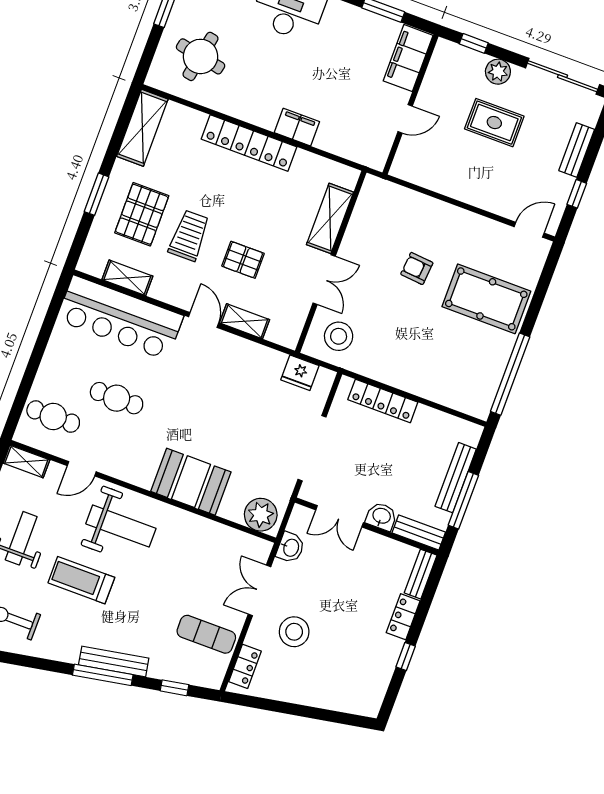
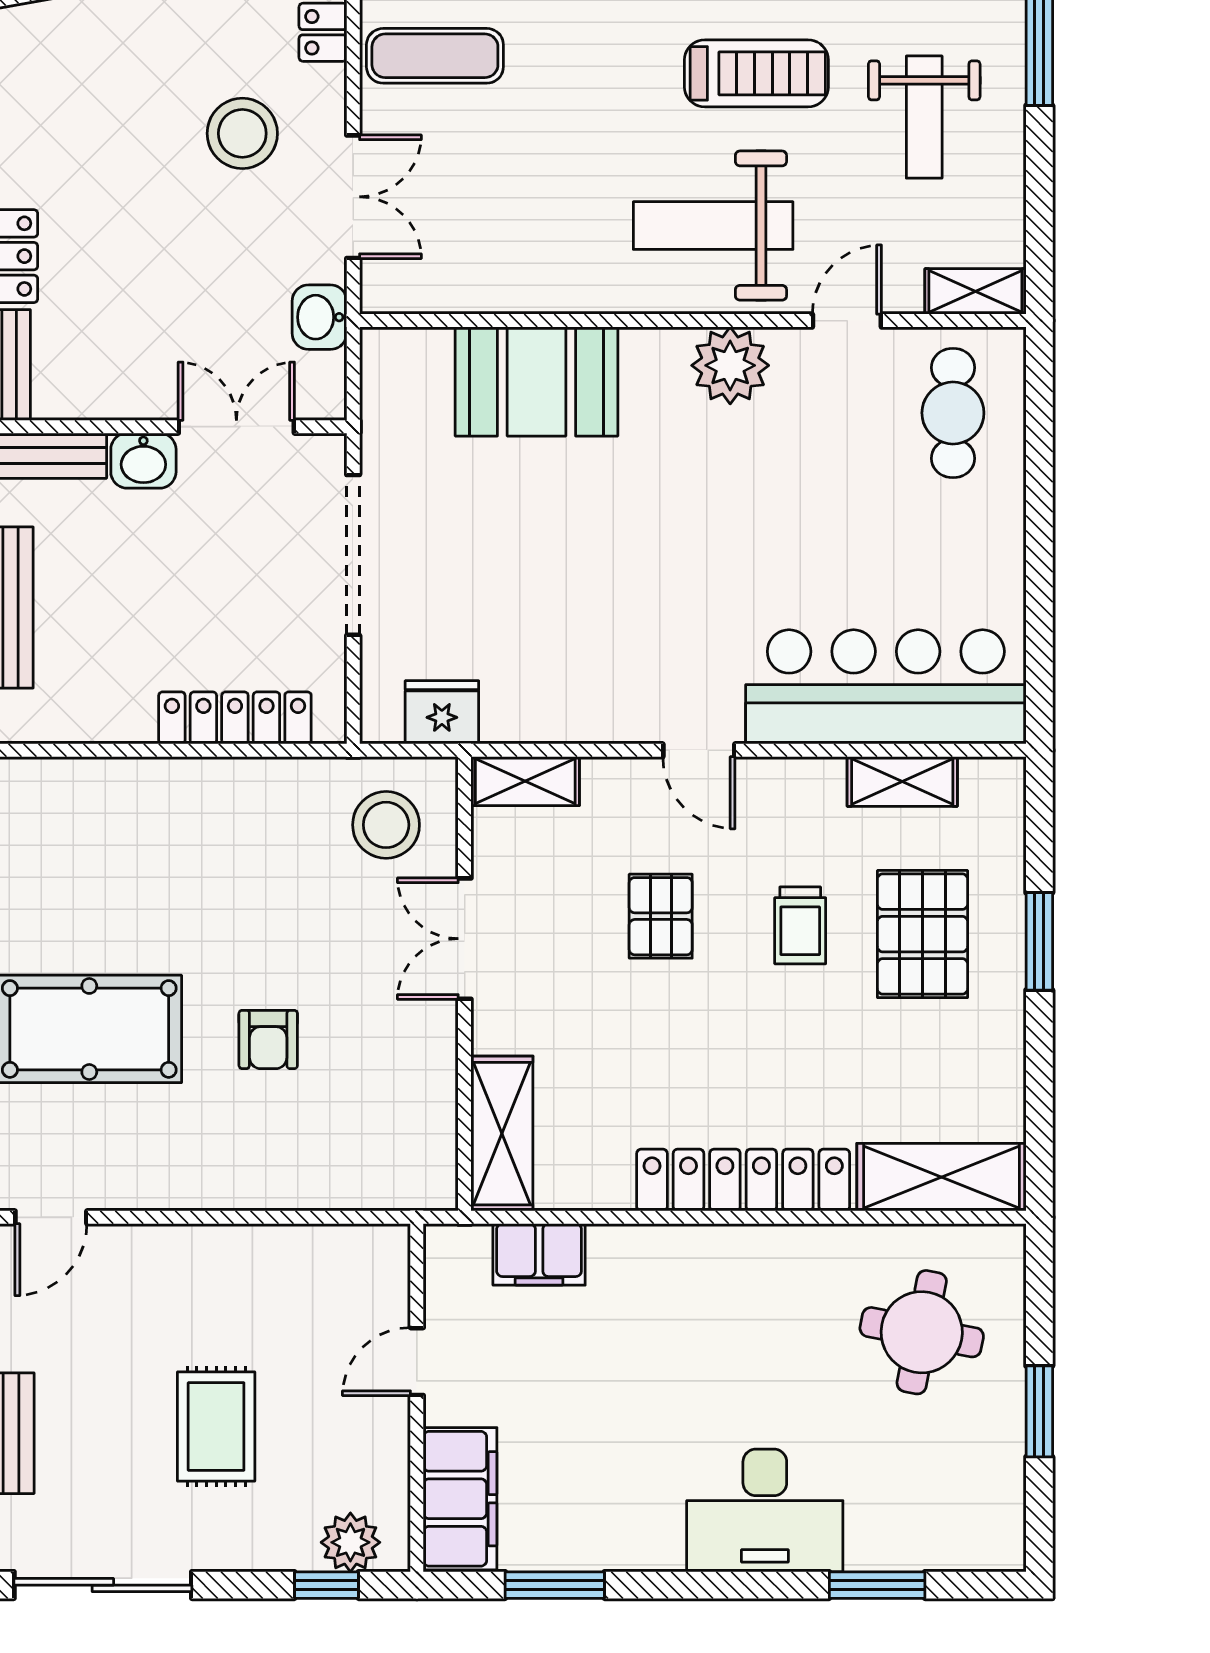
plant: (498, 72) -> (350, 1542), moved
rug: (494, 123) -> (216, 1427), turned 90
filing cabinet: (297, 127) -> (539, 1254), moved
shelving: (142, 128) -> (941, 1177), moved, turned 90
shelving: (330, 218) -> (502, 1134), moved
trolley: (189, 236) -> (800, 925), width x0.73, depth x0.72
pallet: (243, 260) -> (661, 916), turned 90
armchair: (417, 268) -> (268, 1039), turned 85
shelving: (245, 321) -> (525, 781), moved
cafe table: (117, 398) -> (828, 506), removed
cafe table: (53, 417) -> (953, 413), turned 90
booth: (191, 482) -> (537, 381), moved
plant: (261, 515) -> (730, 365), moved

